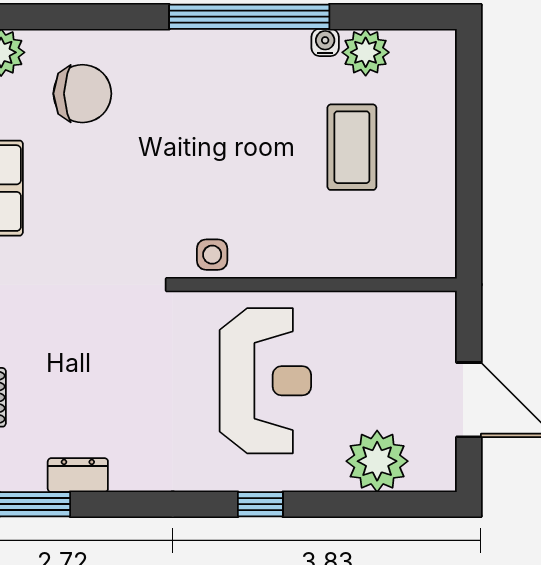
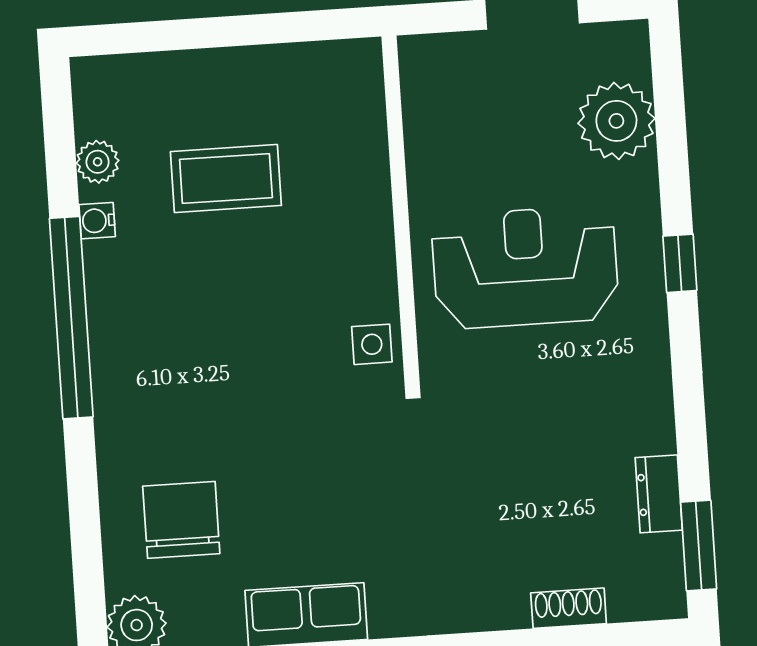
plant: (366, 52) -> (98, 162), width x0.73, depth x0.73

